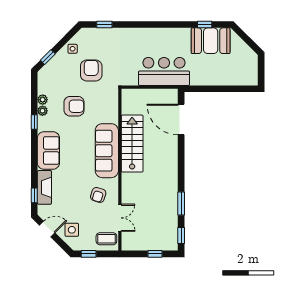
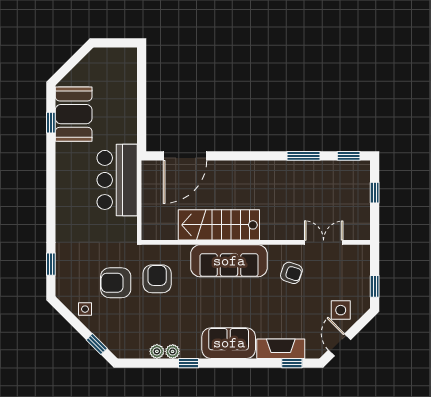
armchair: (74, 106) -> (157, 279), moved
coffee table: (106, 239) -> (353, 261), removed

